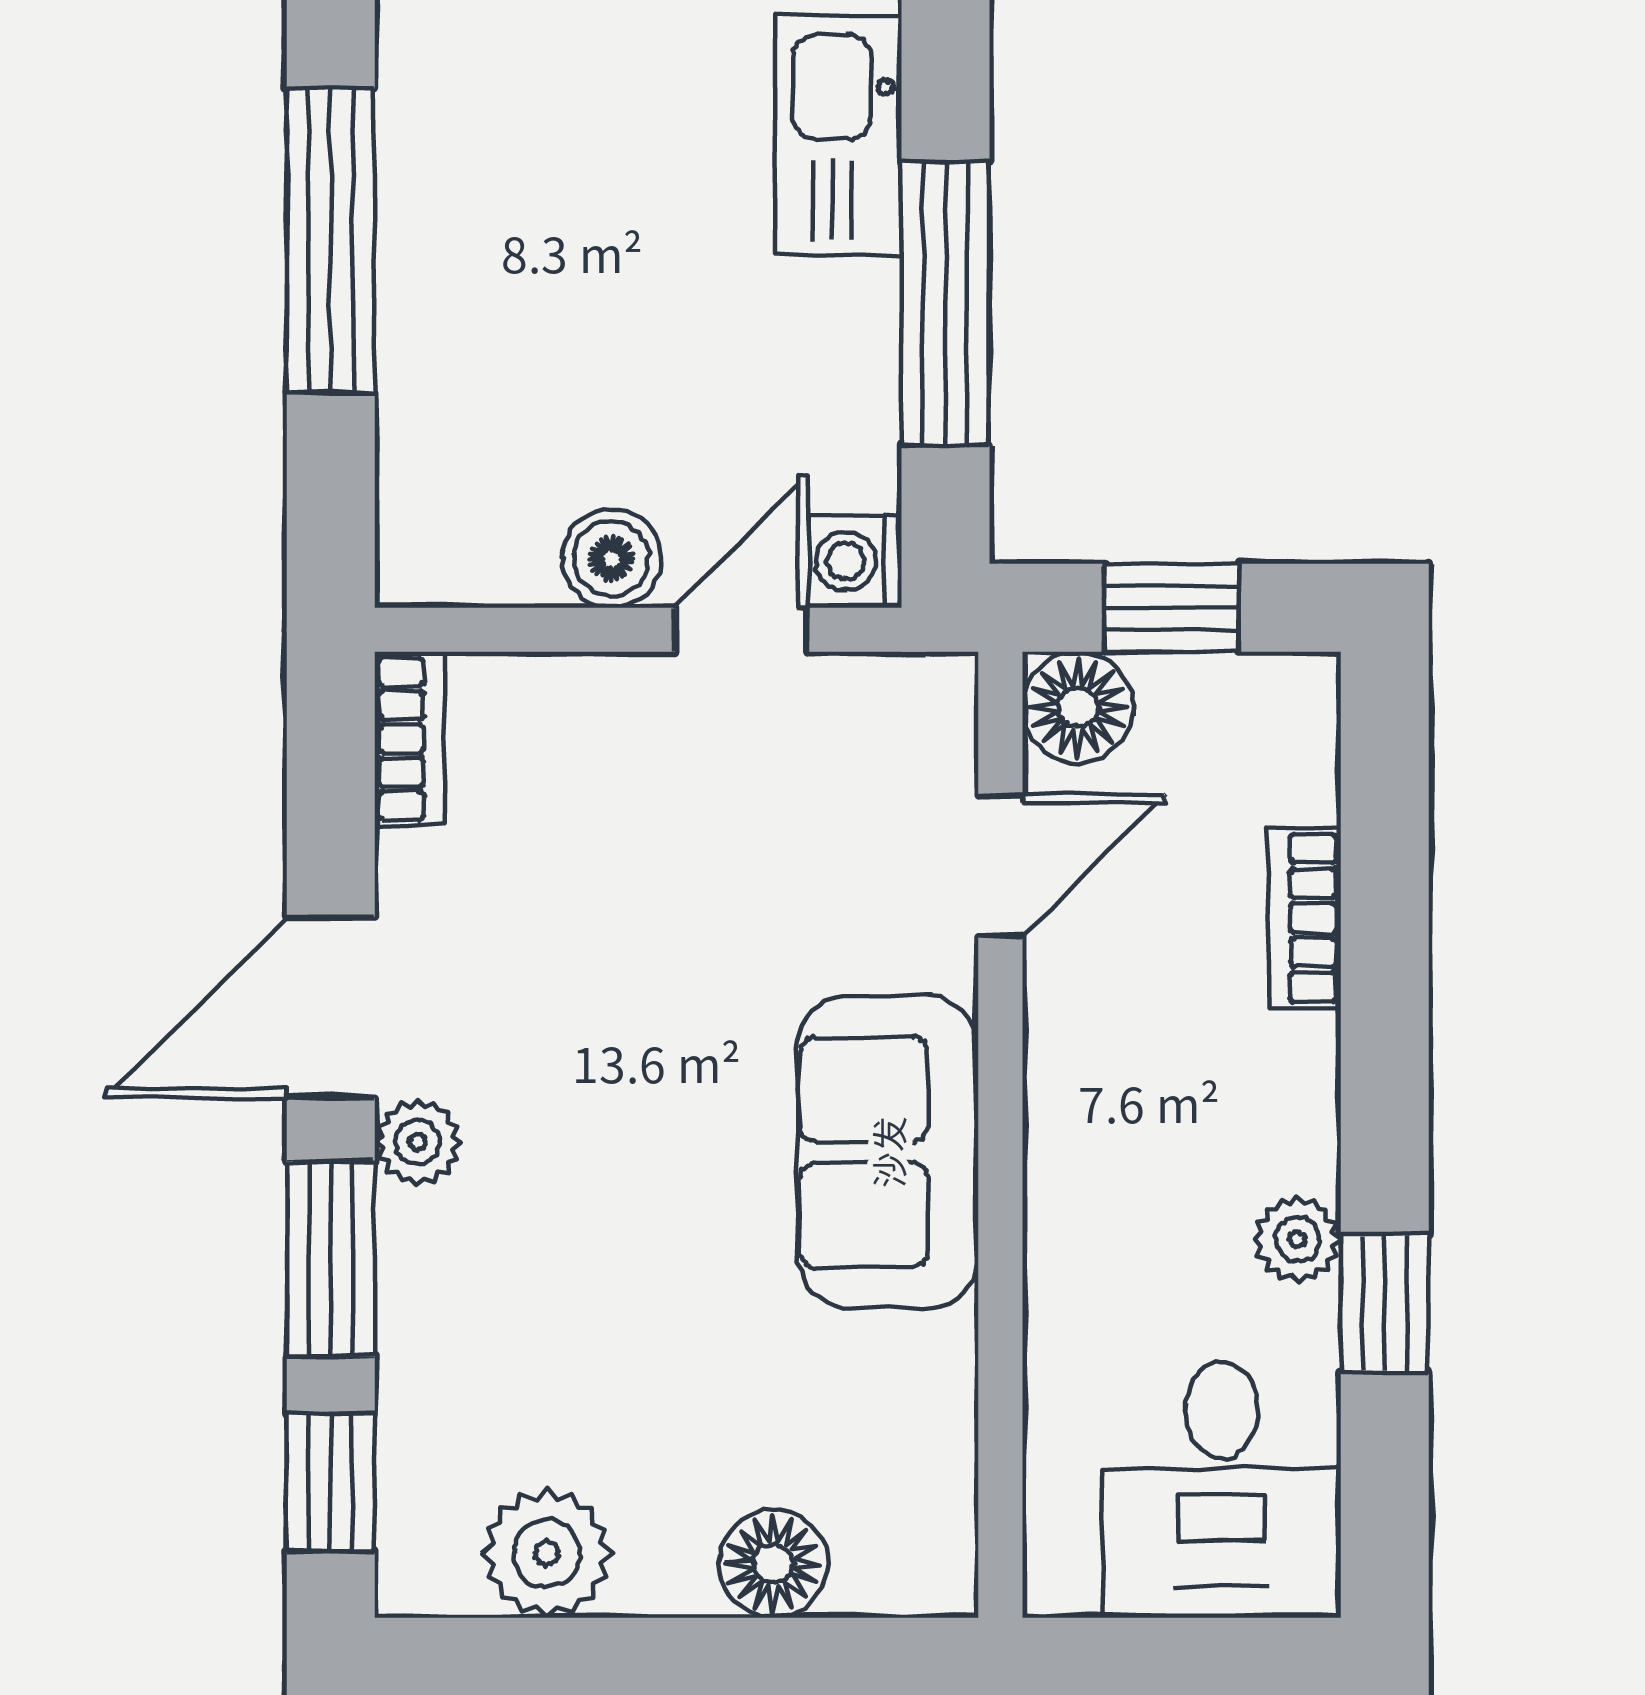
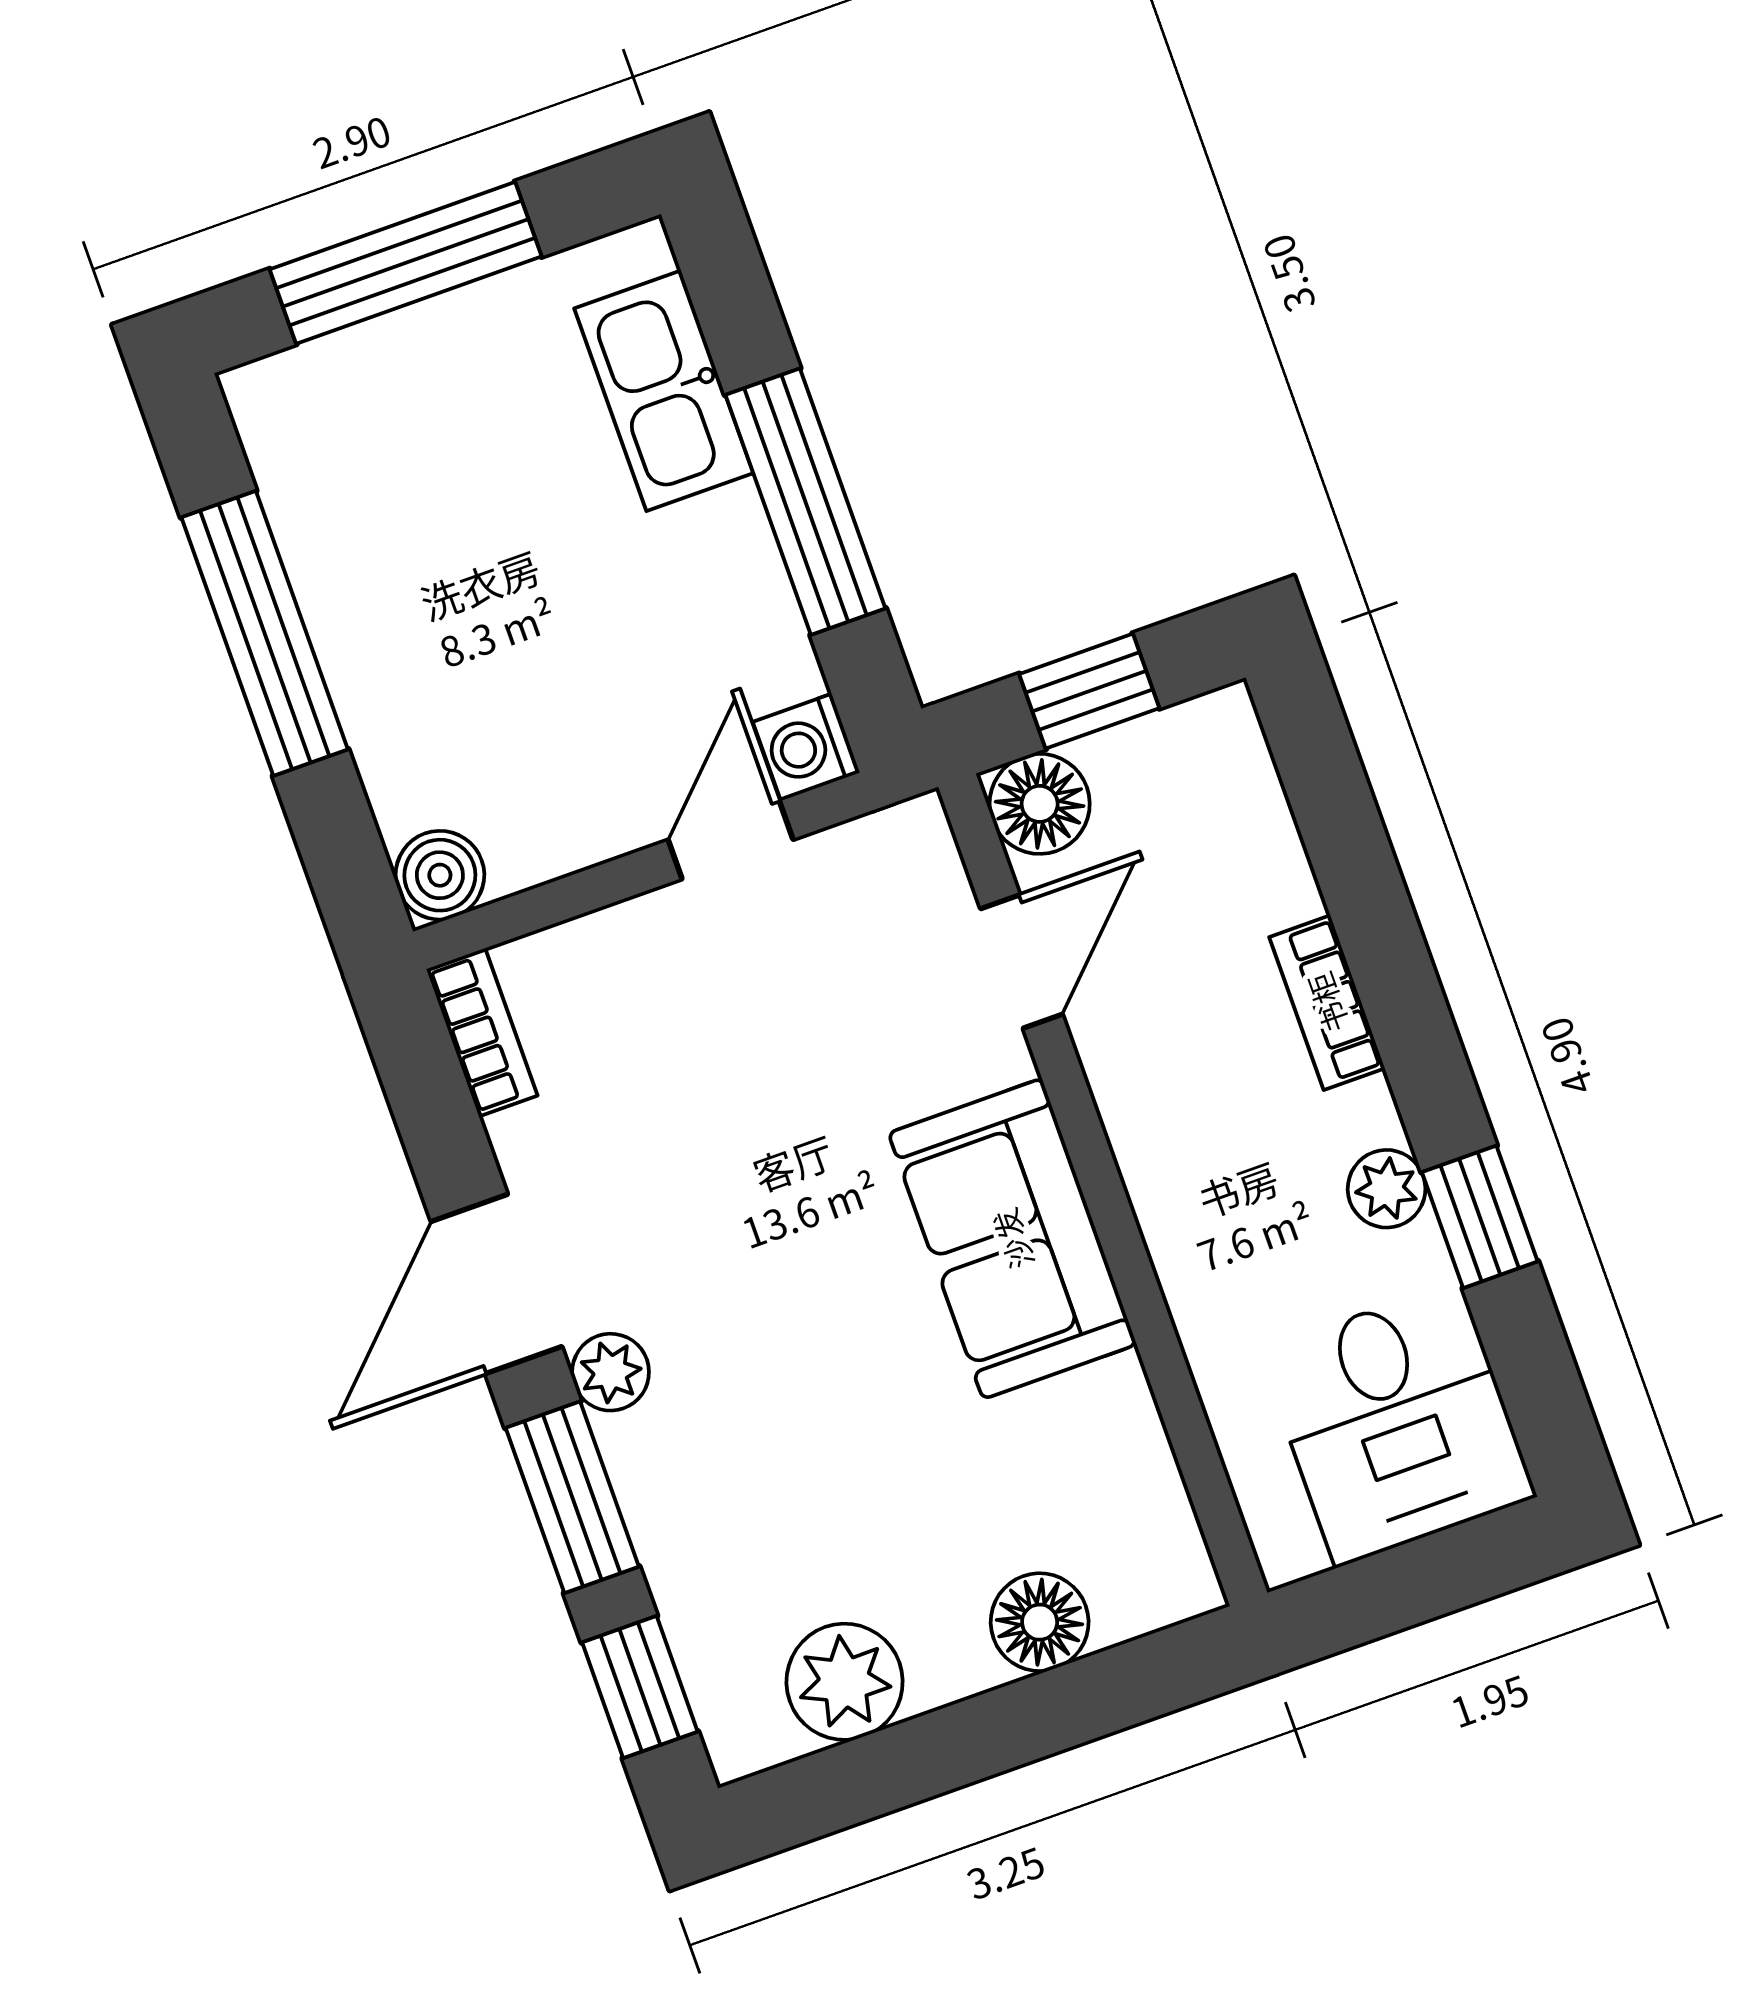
boiler: (612, 558) -> (440, 875), moved
bookcase: (1305, 918) -> (1327, 1003), moved

